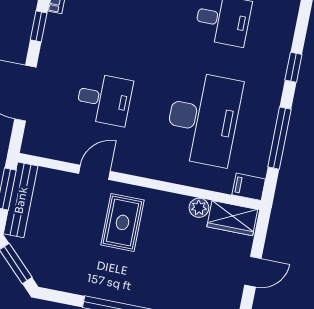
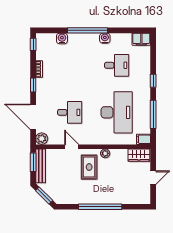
plant: (34, 143) -> (42, 139), added
door: (94, 172) -> (72, 147), hinge flipped
plant: (199, 208) -> (105, 153), moved

